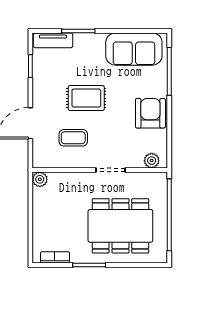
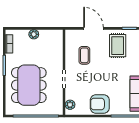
rug: (86, 98) -> (118, 46), moved
armchair: (150, 113) -> (100, 104), turned 180
plant: (40, 179) -> (34, 34), moved

